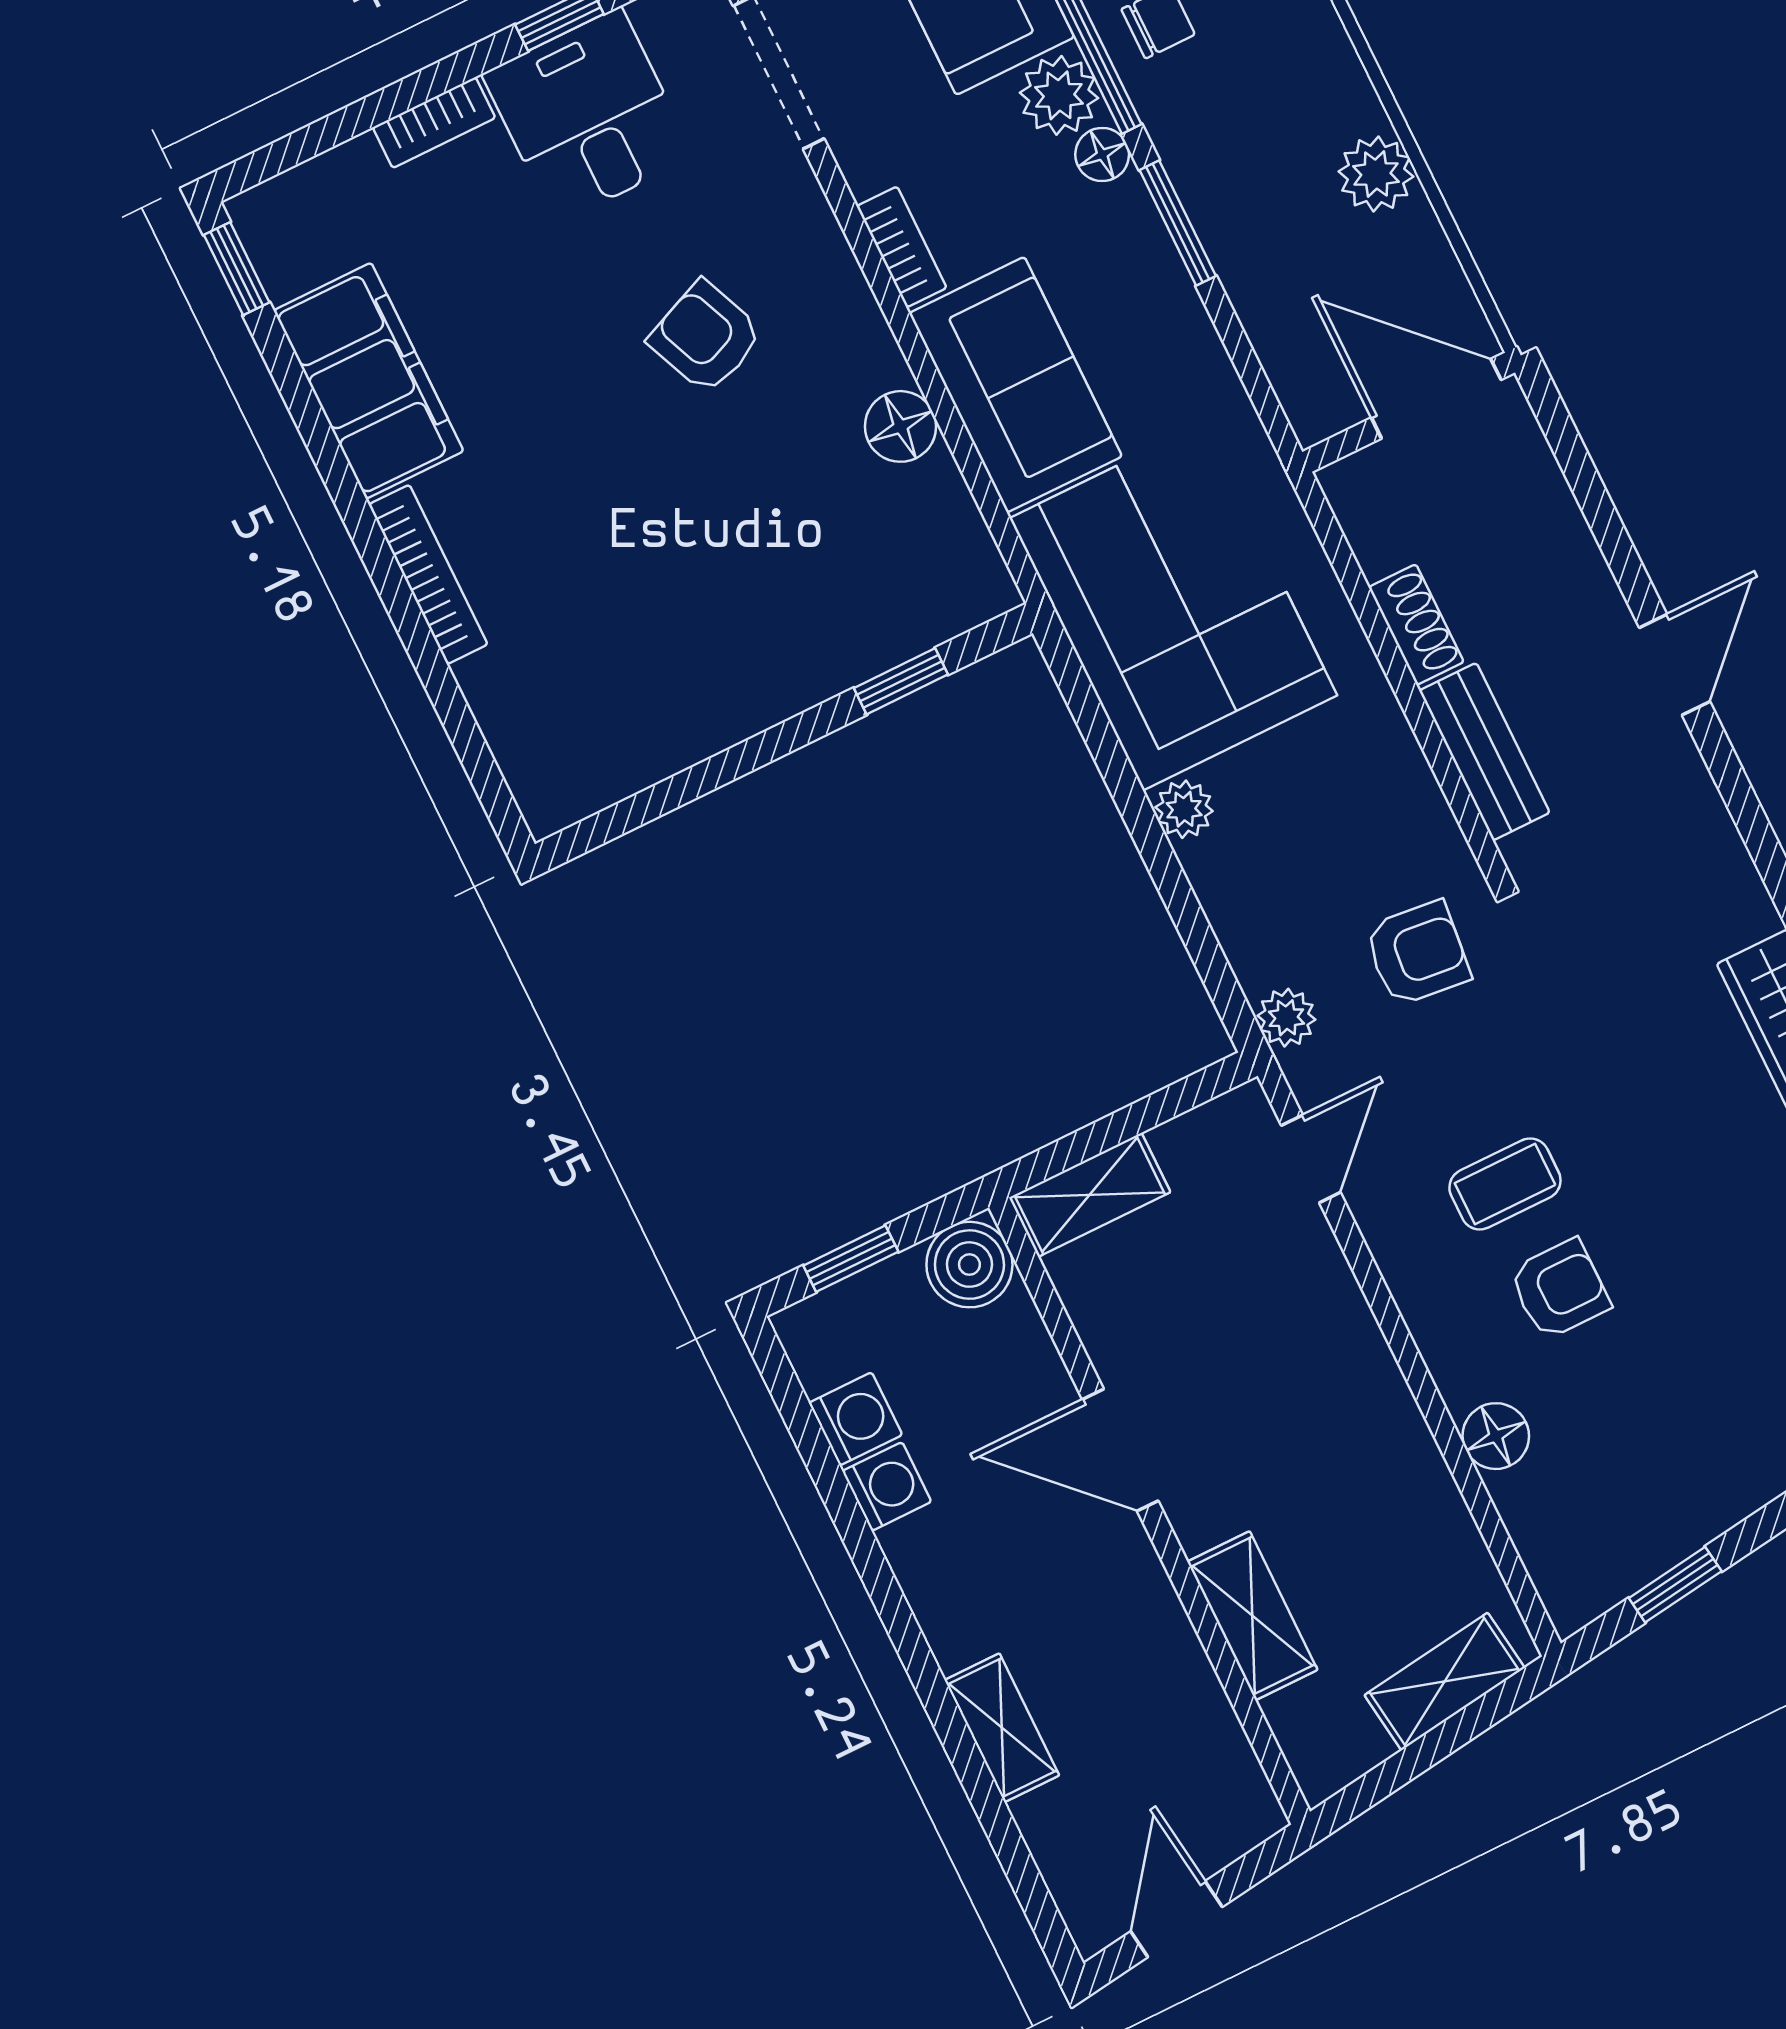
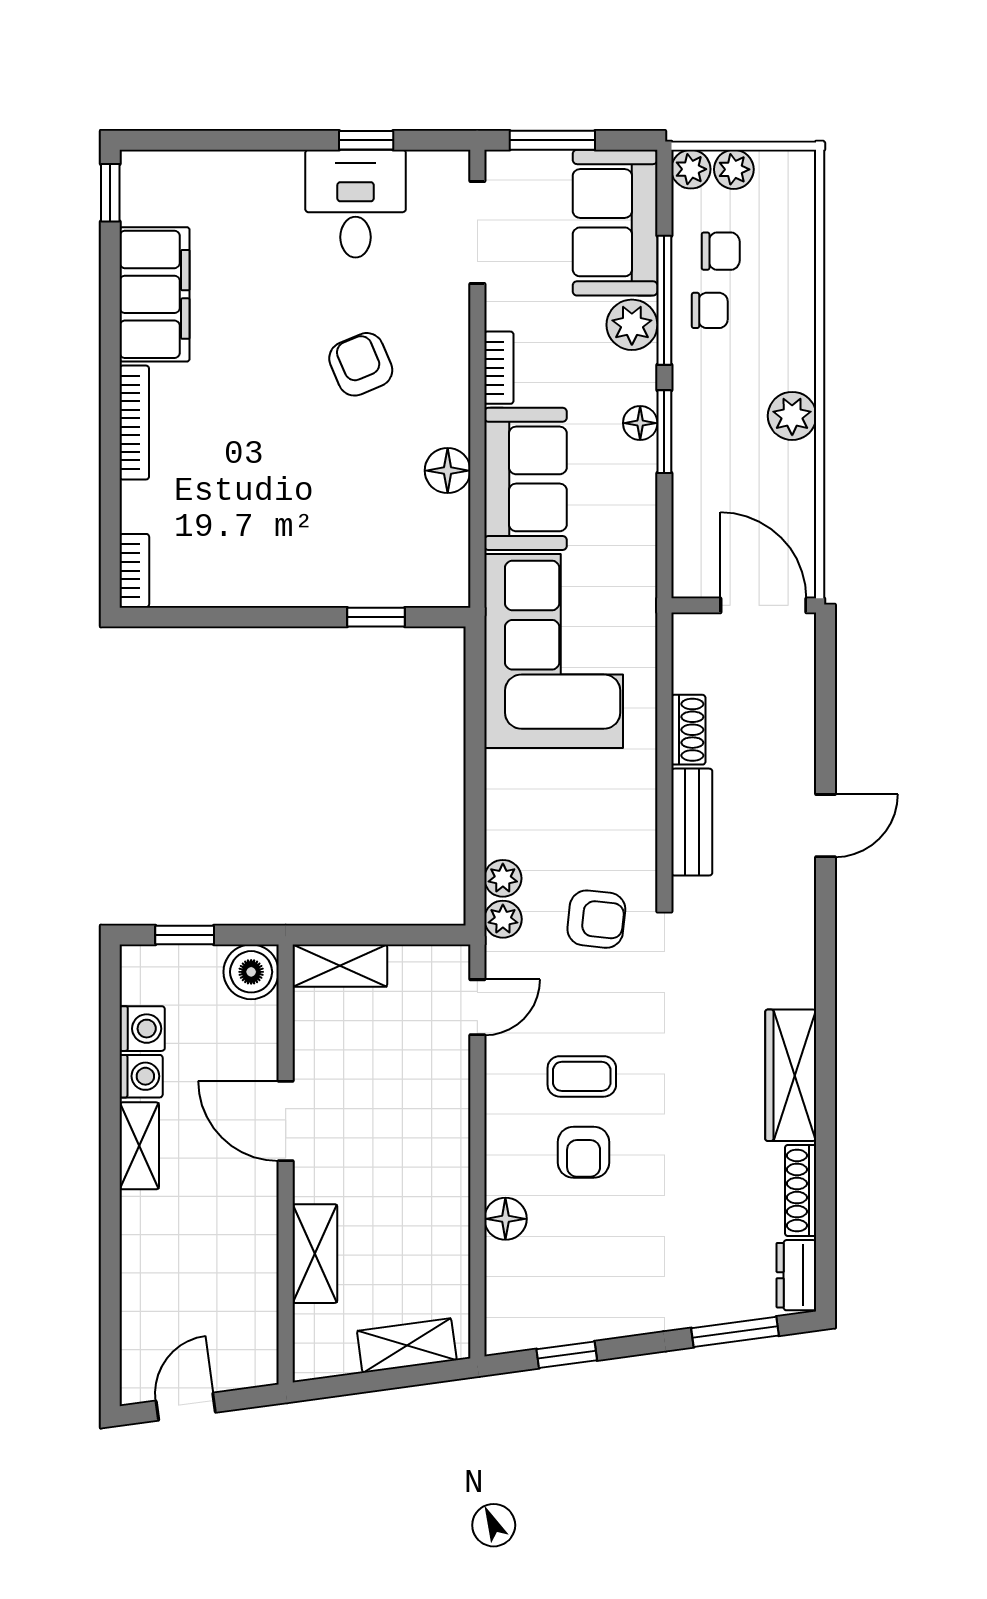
bookcase: (434, 123) -> (134, 571), moved, turned -90
floor lamp: (1102, 154) -> (640, 423), moved
plant: (1376, 174) -> (792, 416), moved
plant: (1184, 809) -> (503, 878), moved
armchair: (1560, 1289) -> (584, 1152), turned 90
shelving: (1002, 1728) -> (139, 1146), moved

